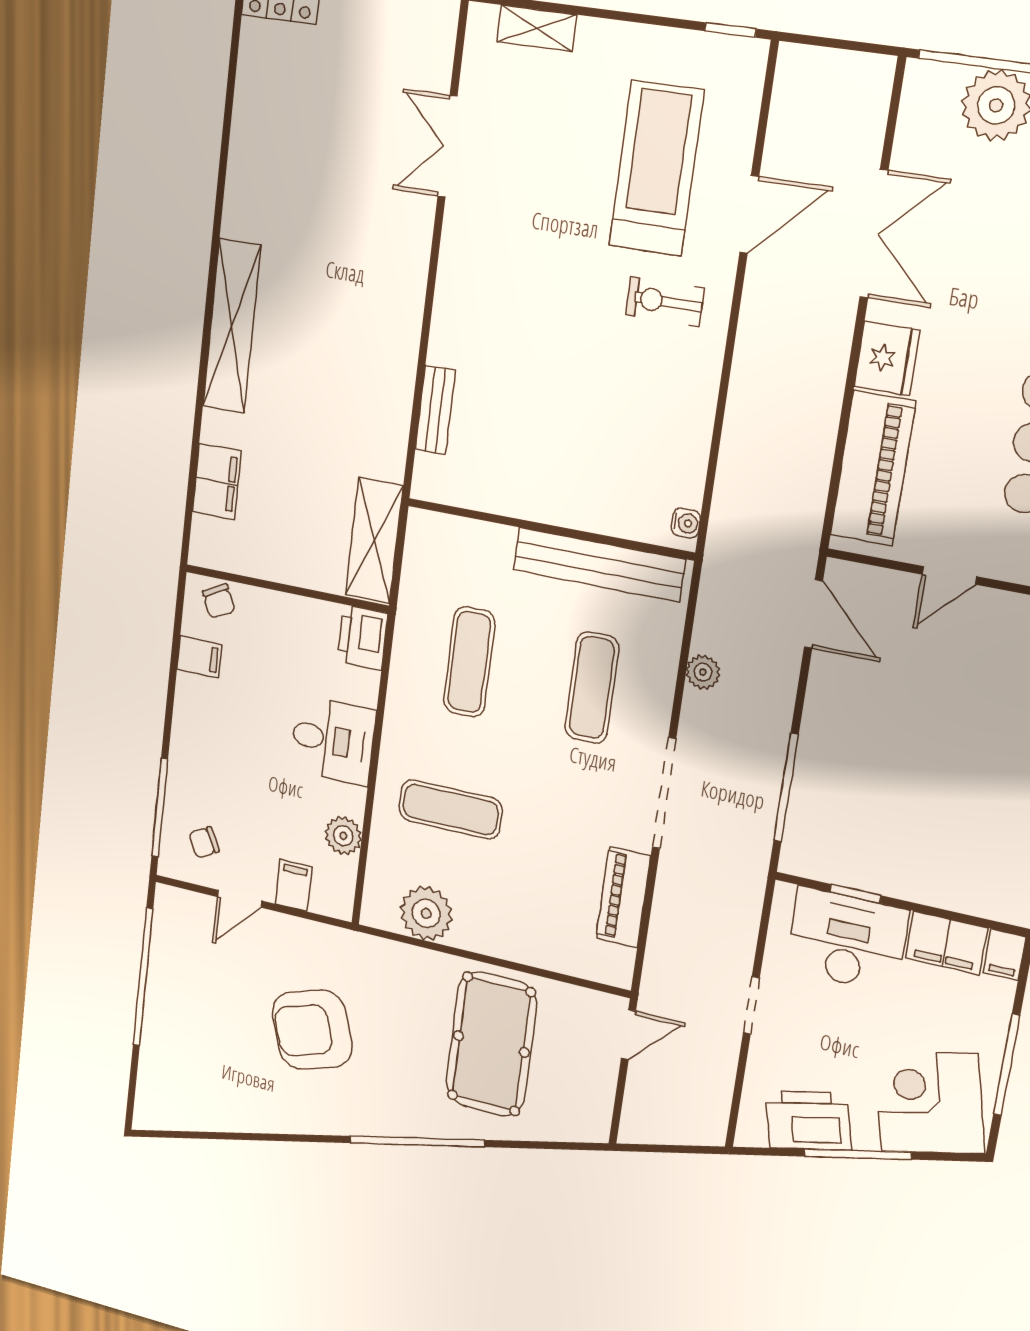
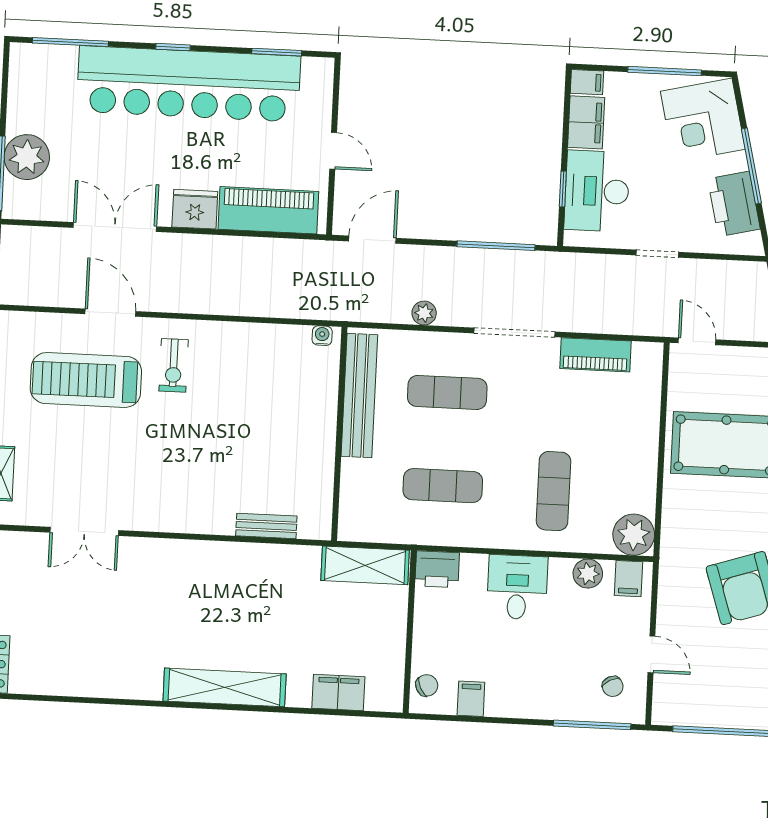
filing cabinet: (294, 885) -> (629, 579), moved, turned -90
plant: (426, 913) -> (634, 535), moved

